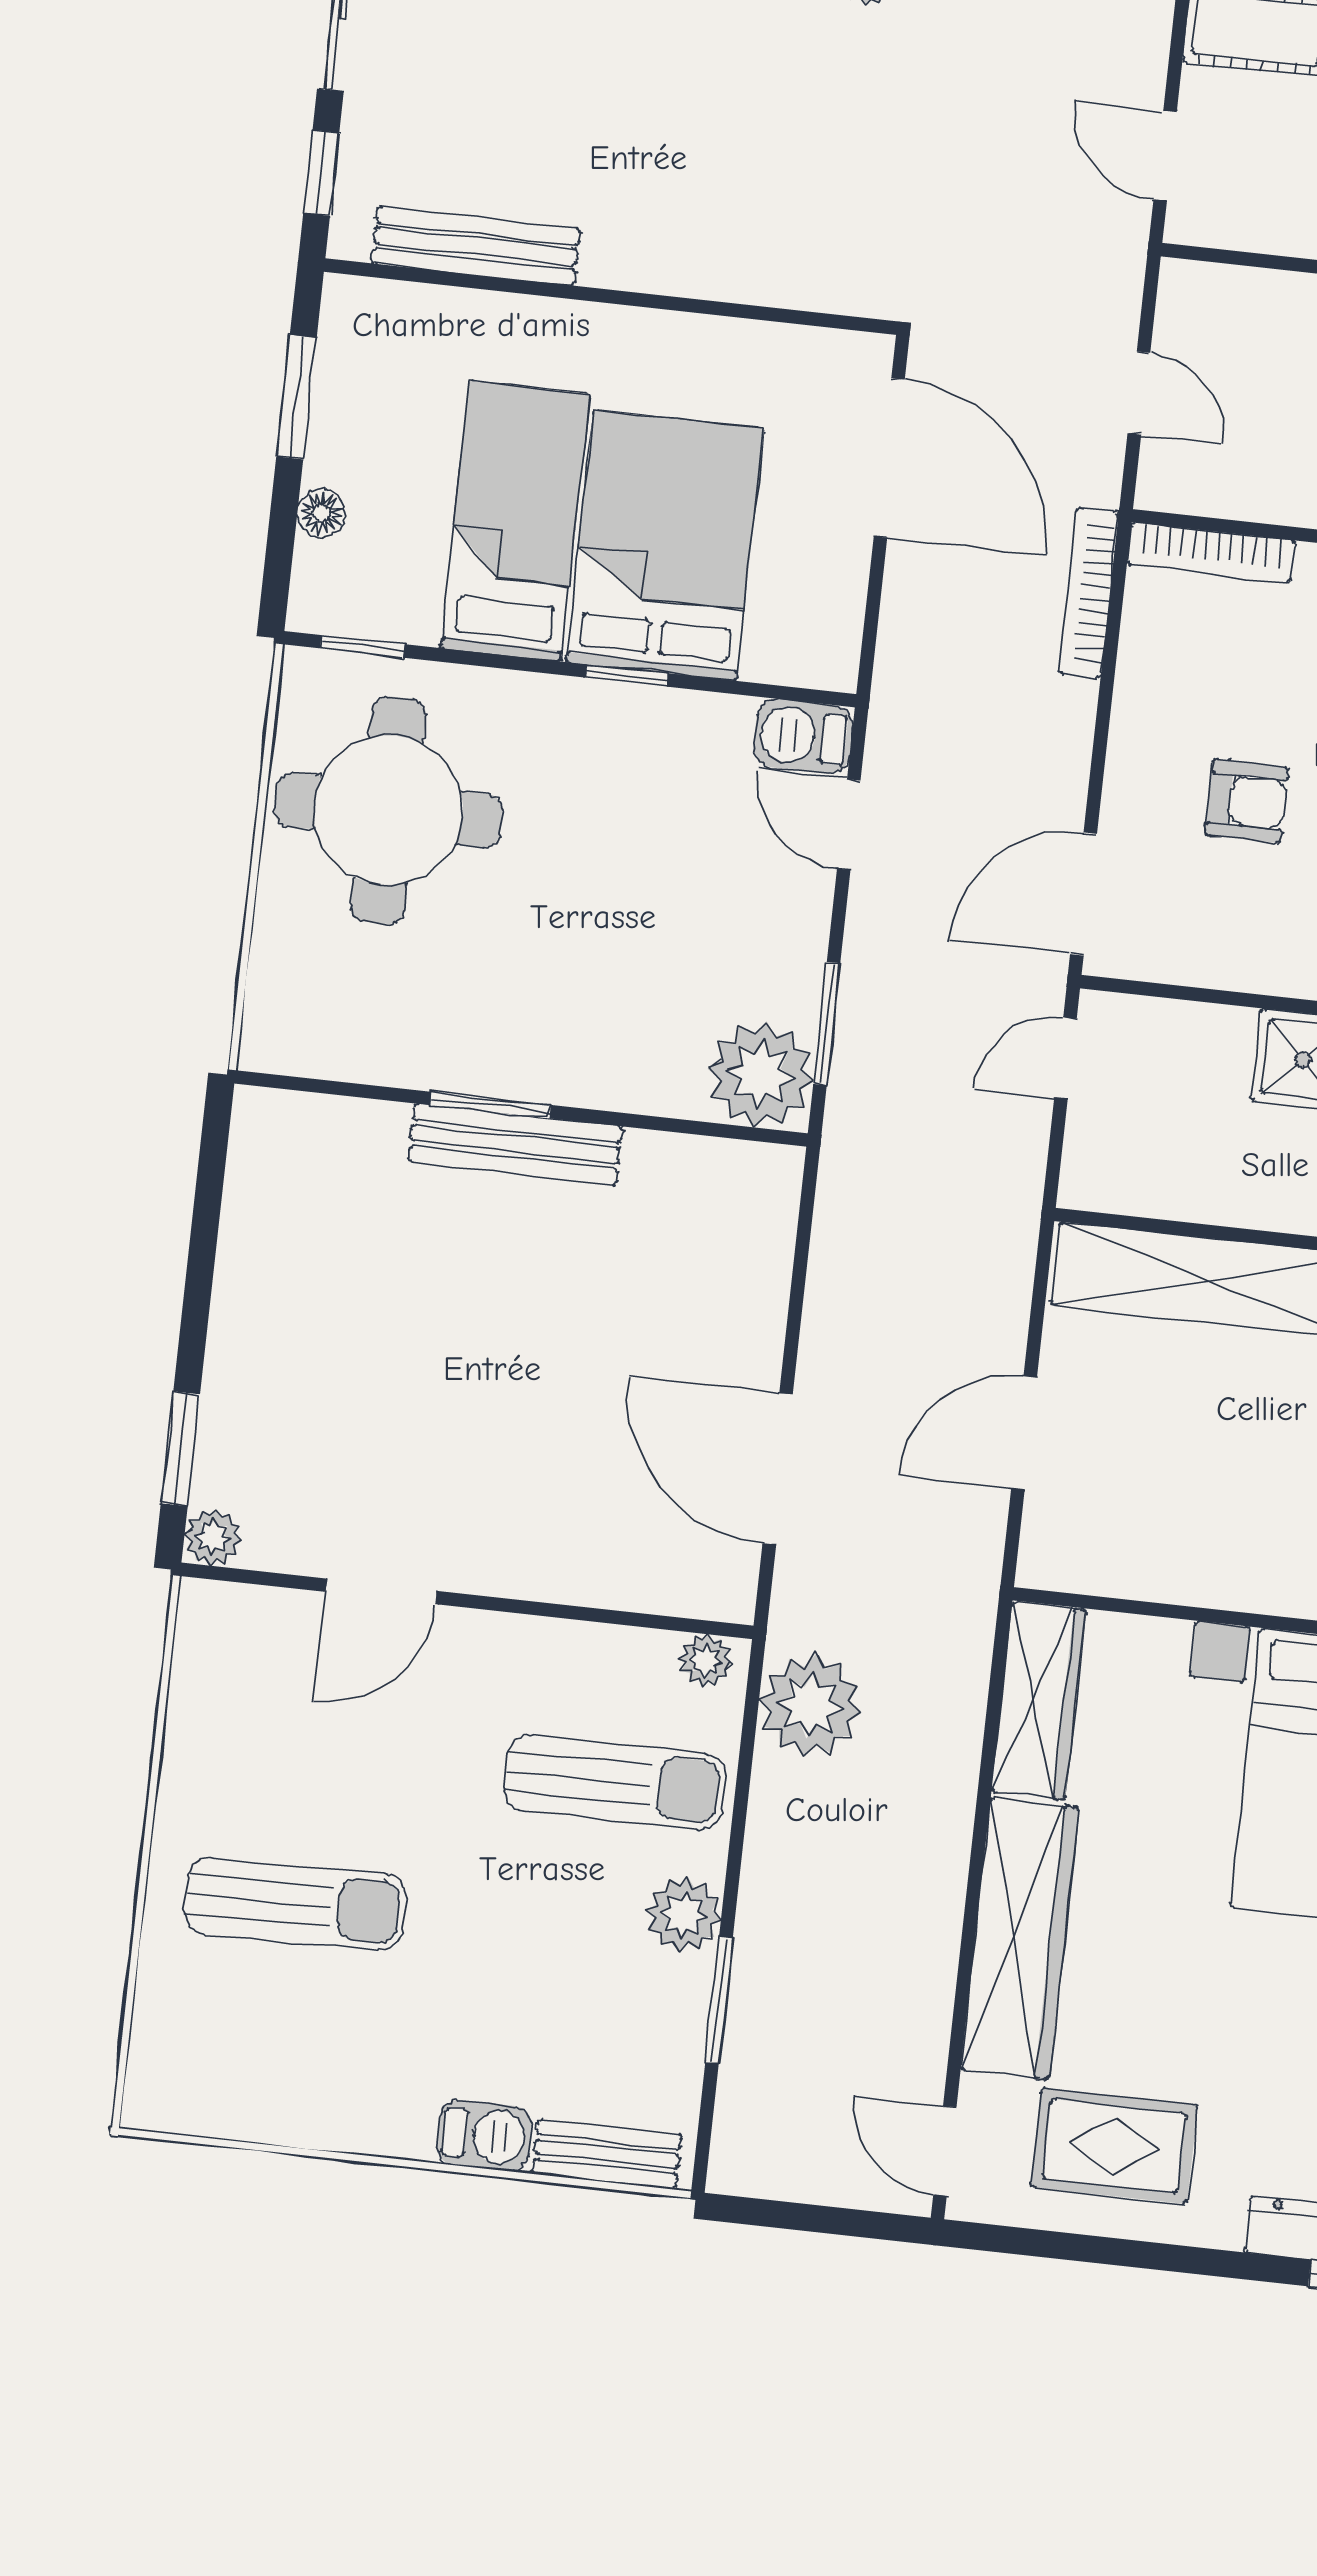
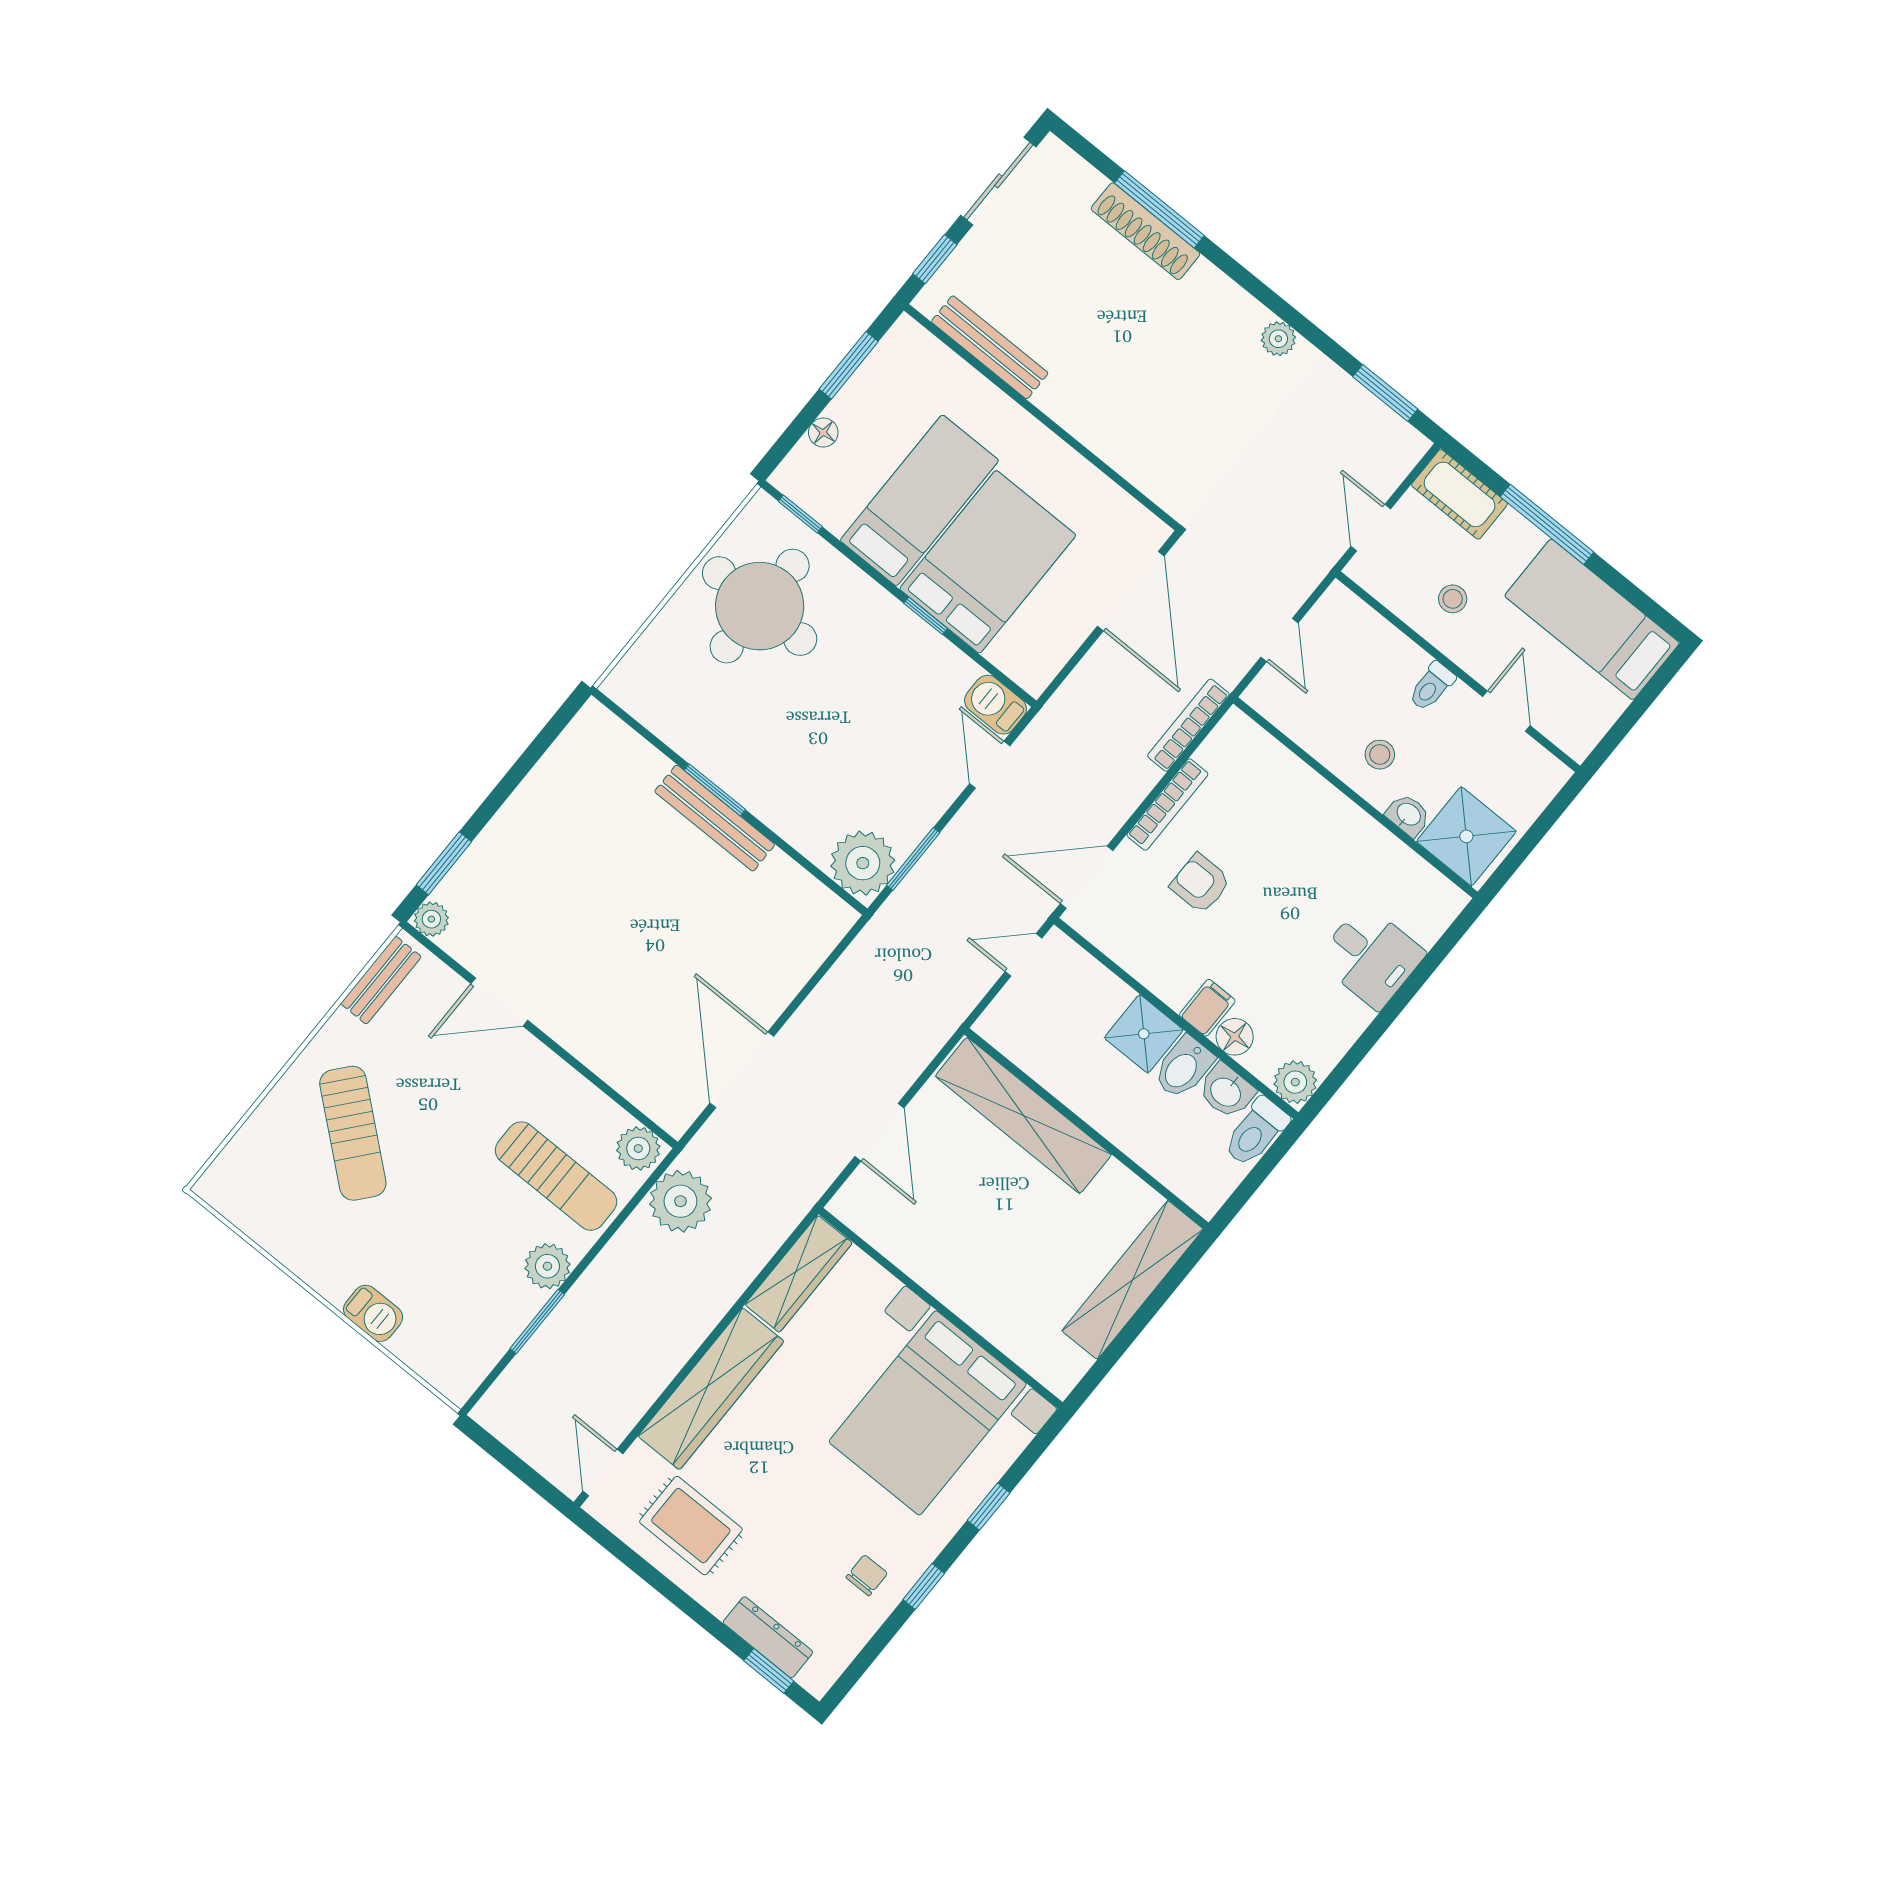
bookcase: (1211, 553) -> (1167, 805), moved, turned -90
armchair: (1247, 801) -> (1200, 884), turned 180
door: (1024, 1432) -> (879, 1132), swing flipped
plant: (706, 1660) -> (638, 1148), width x1.38, depth x1.38
sun lounger: (295, 1904) -> (353, 1133), turned 41
bench: (607, 2154) -> (381, 980), moved, turned 90

